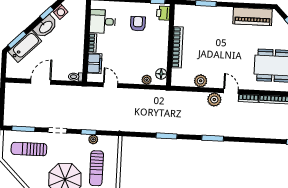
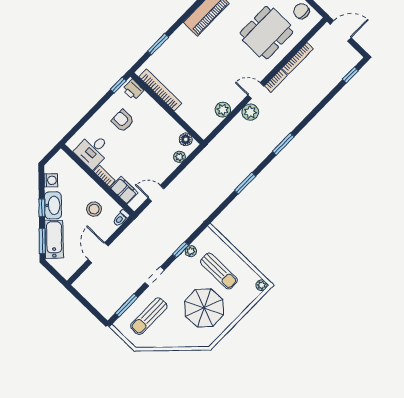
window: (47, 13) -> (42, 208), moved
bookcase: (177, 47) -> (160, 90), moved
stool: (66, 55) -> (94, 209), added

